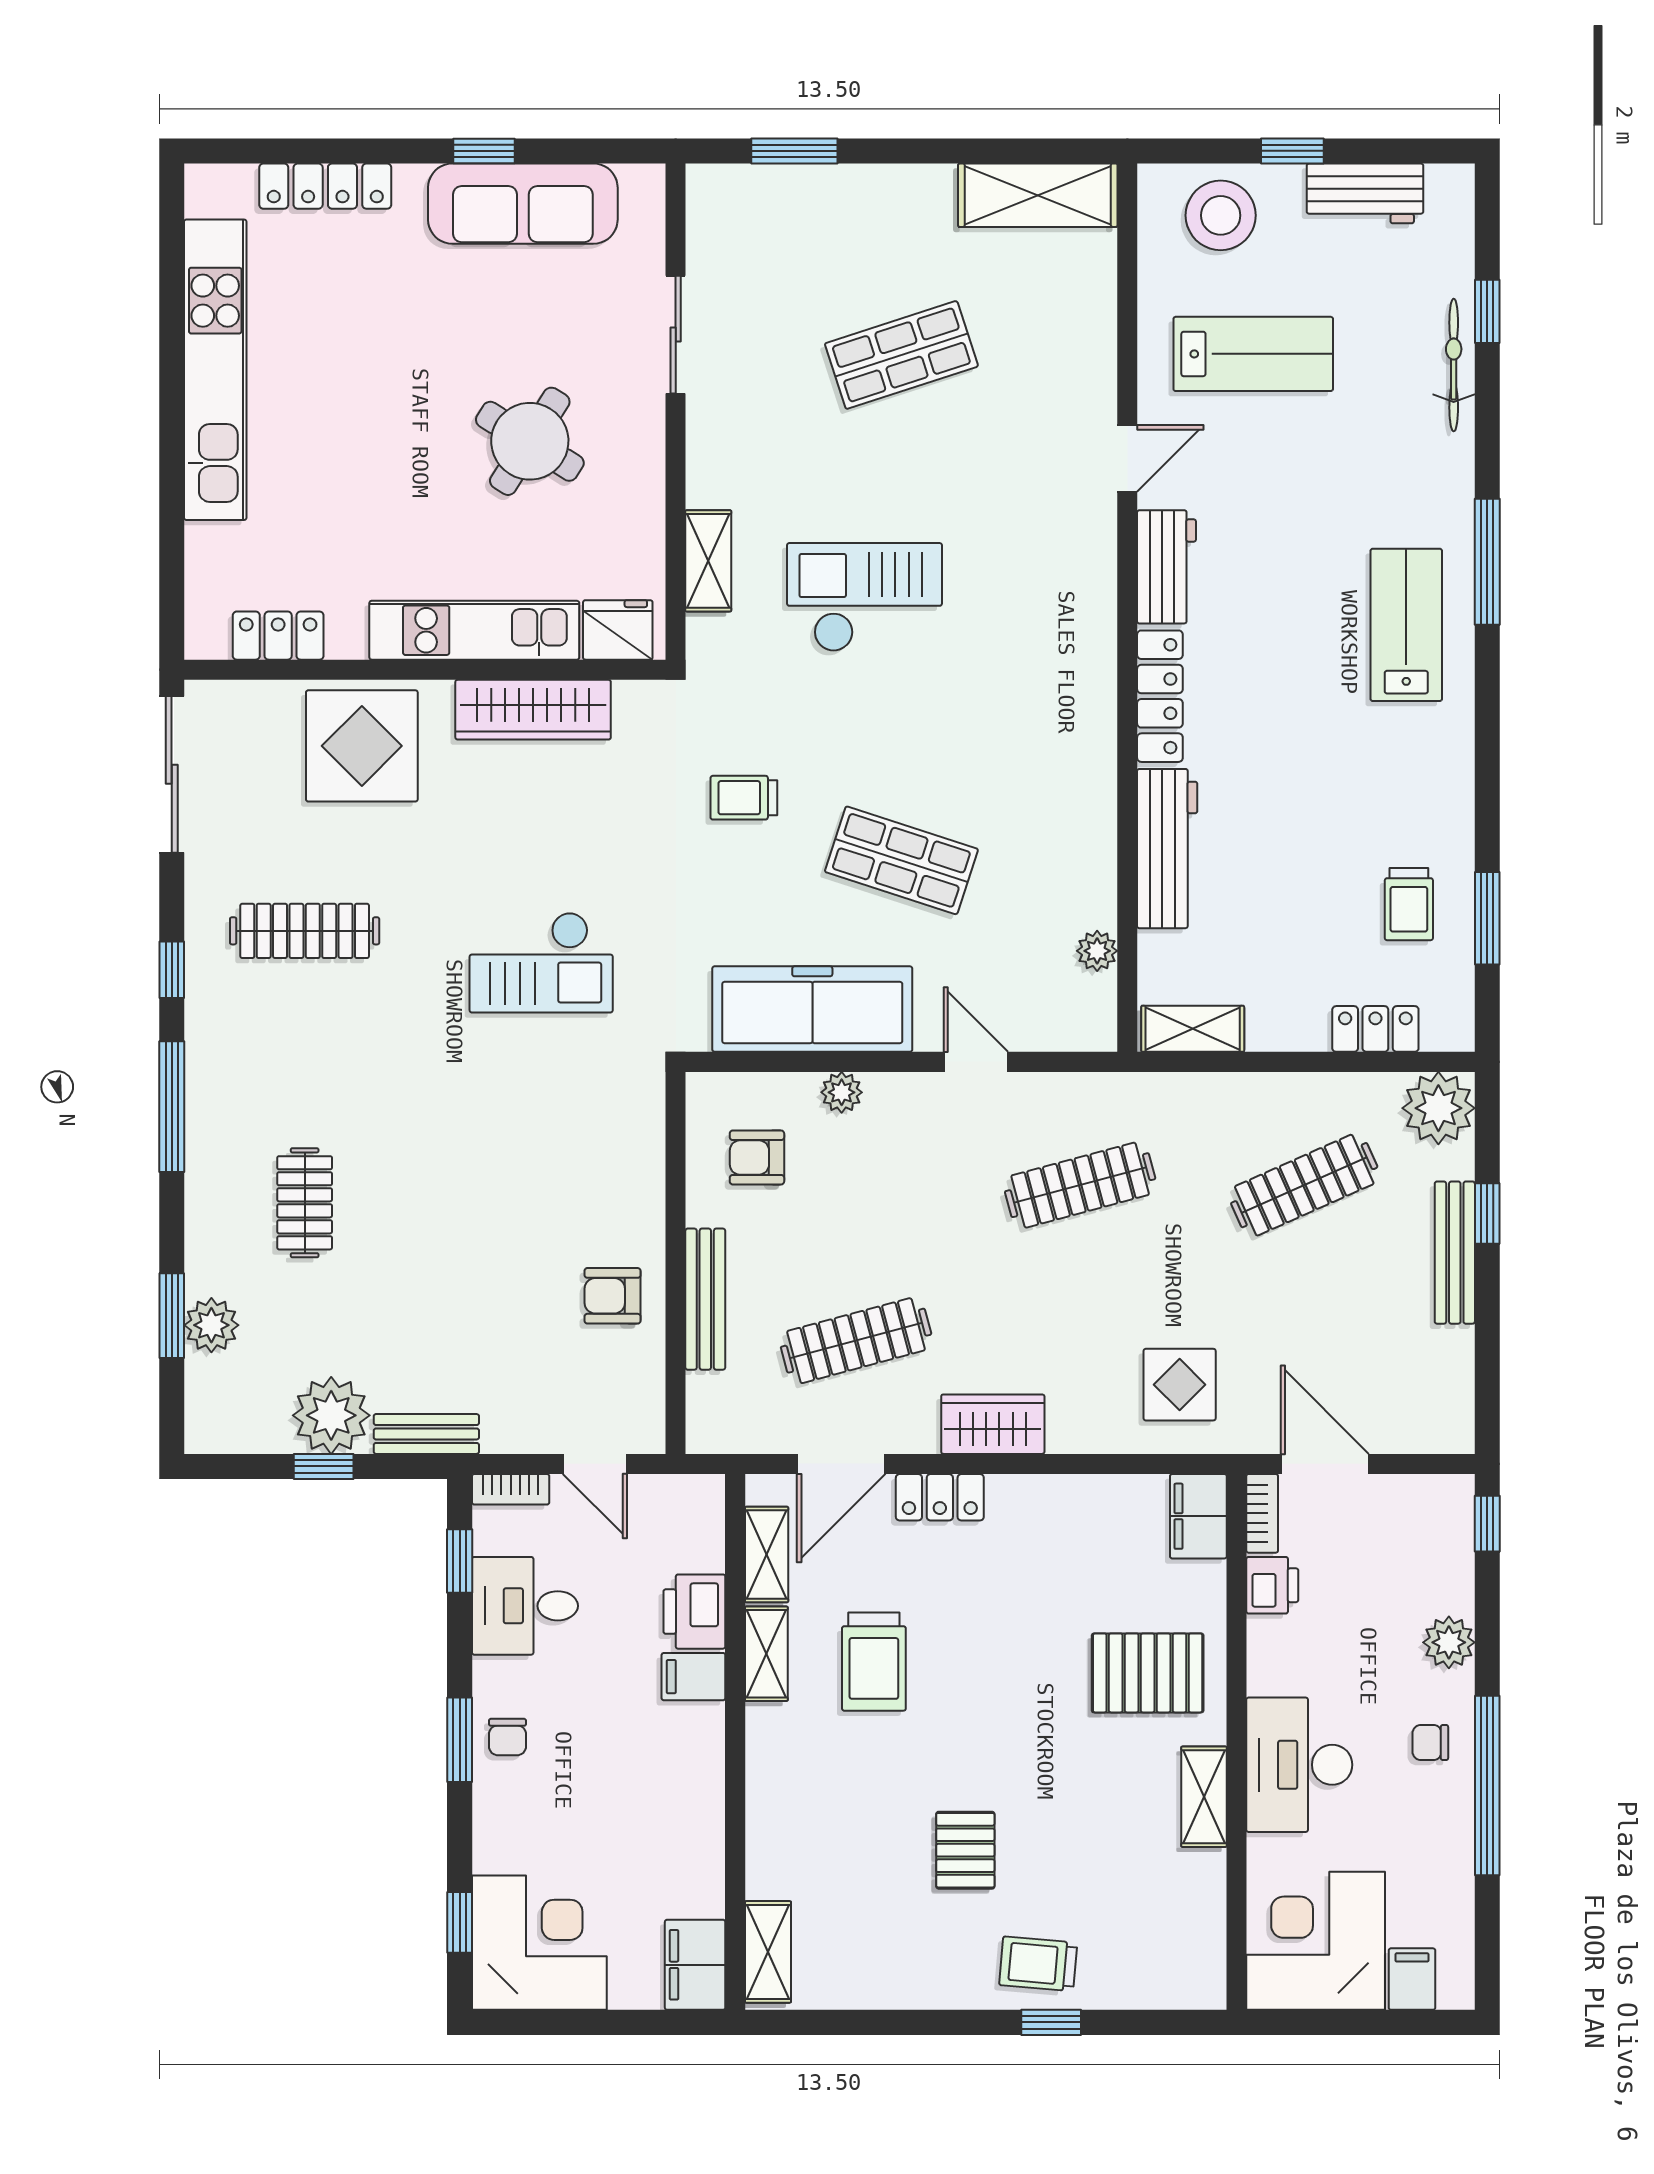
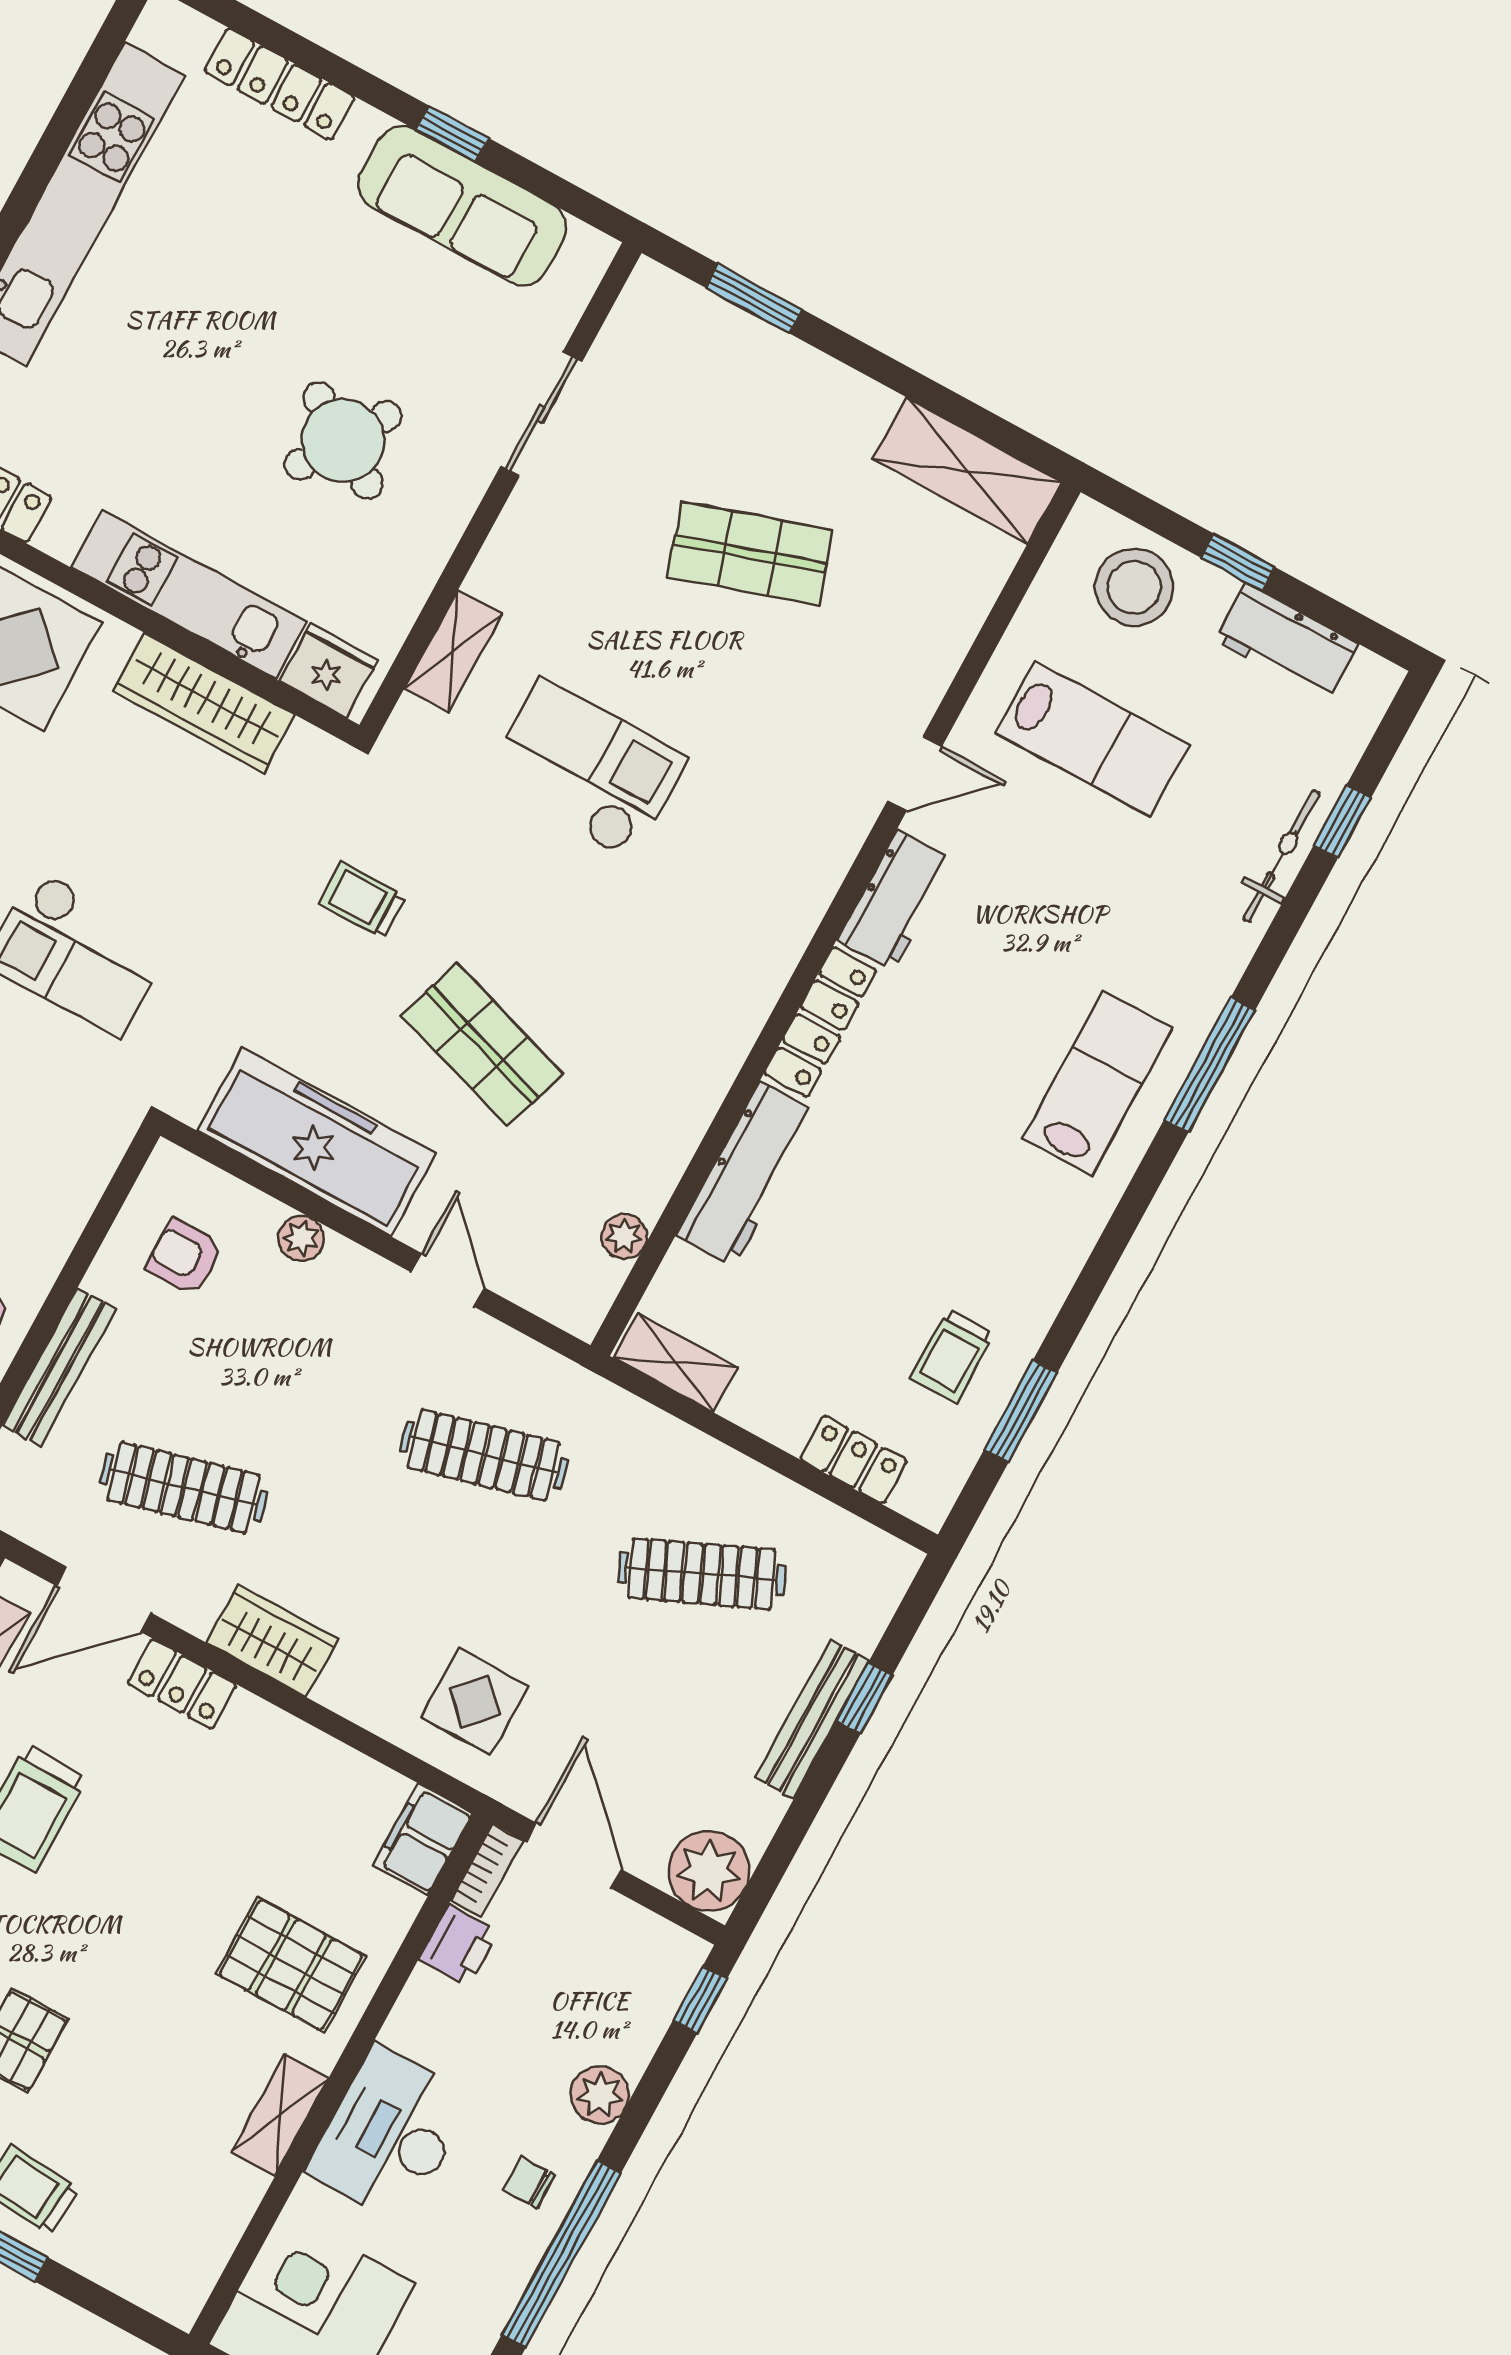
plant: (1438, 1108) -> (709, 1871), moved

